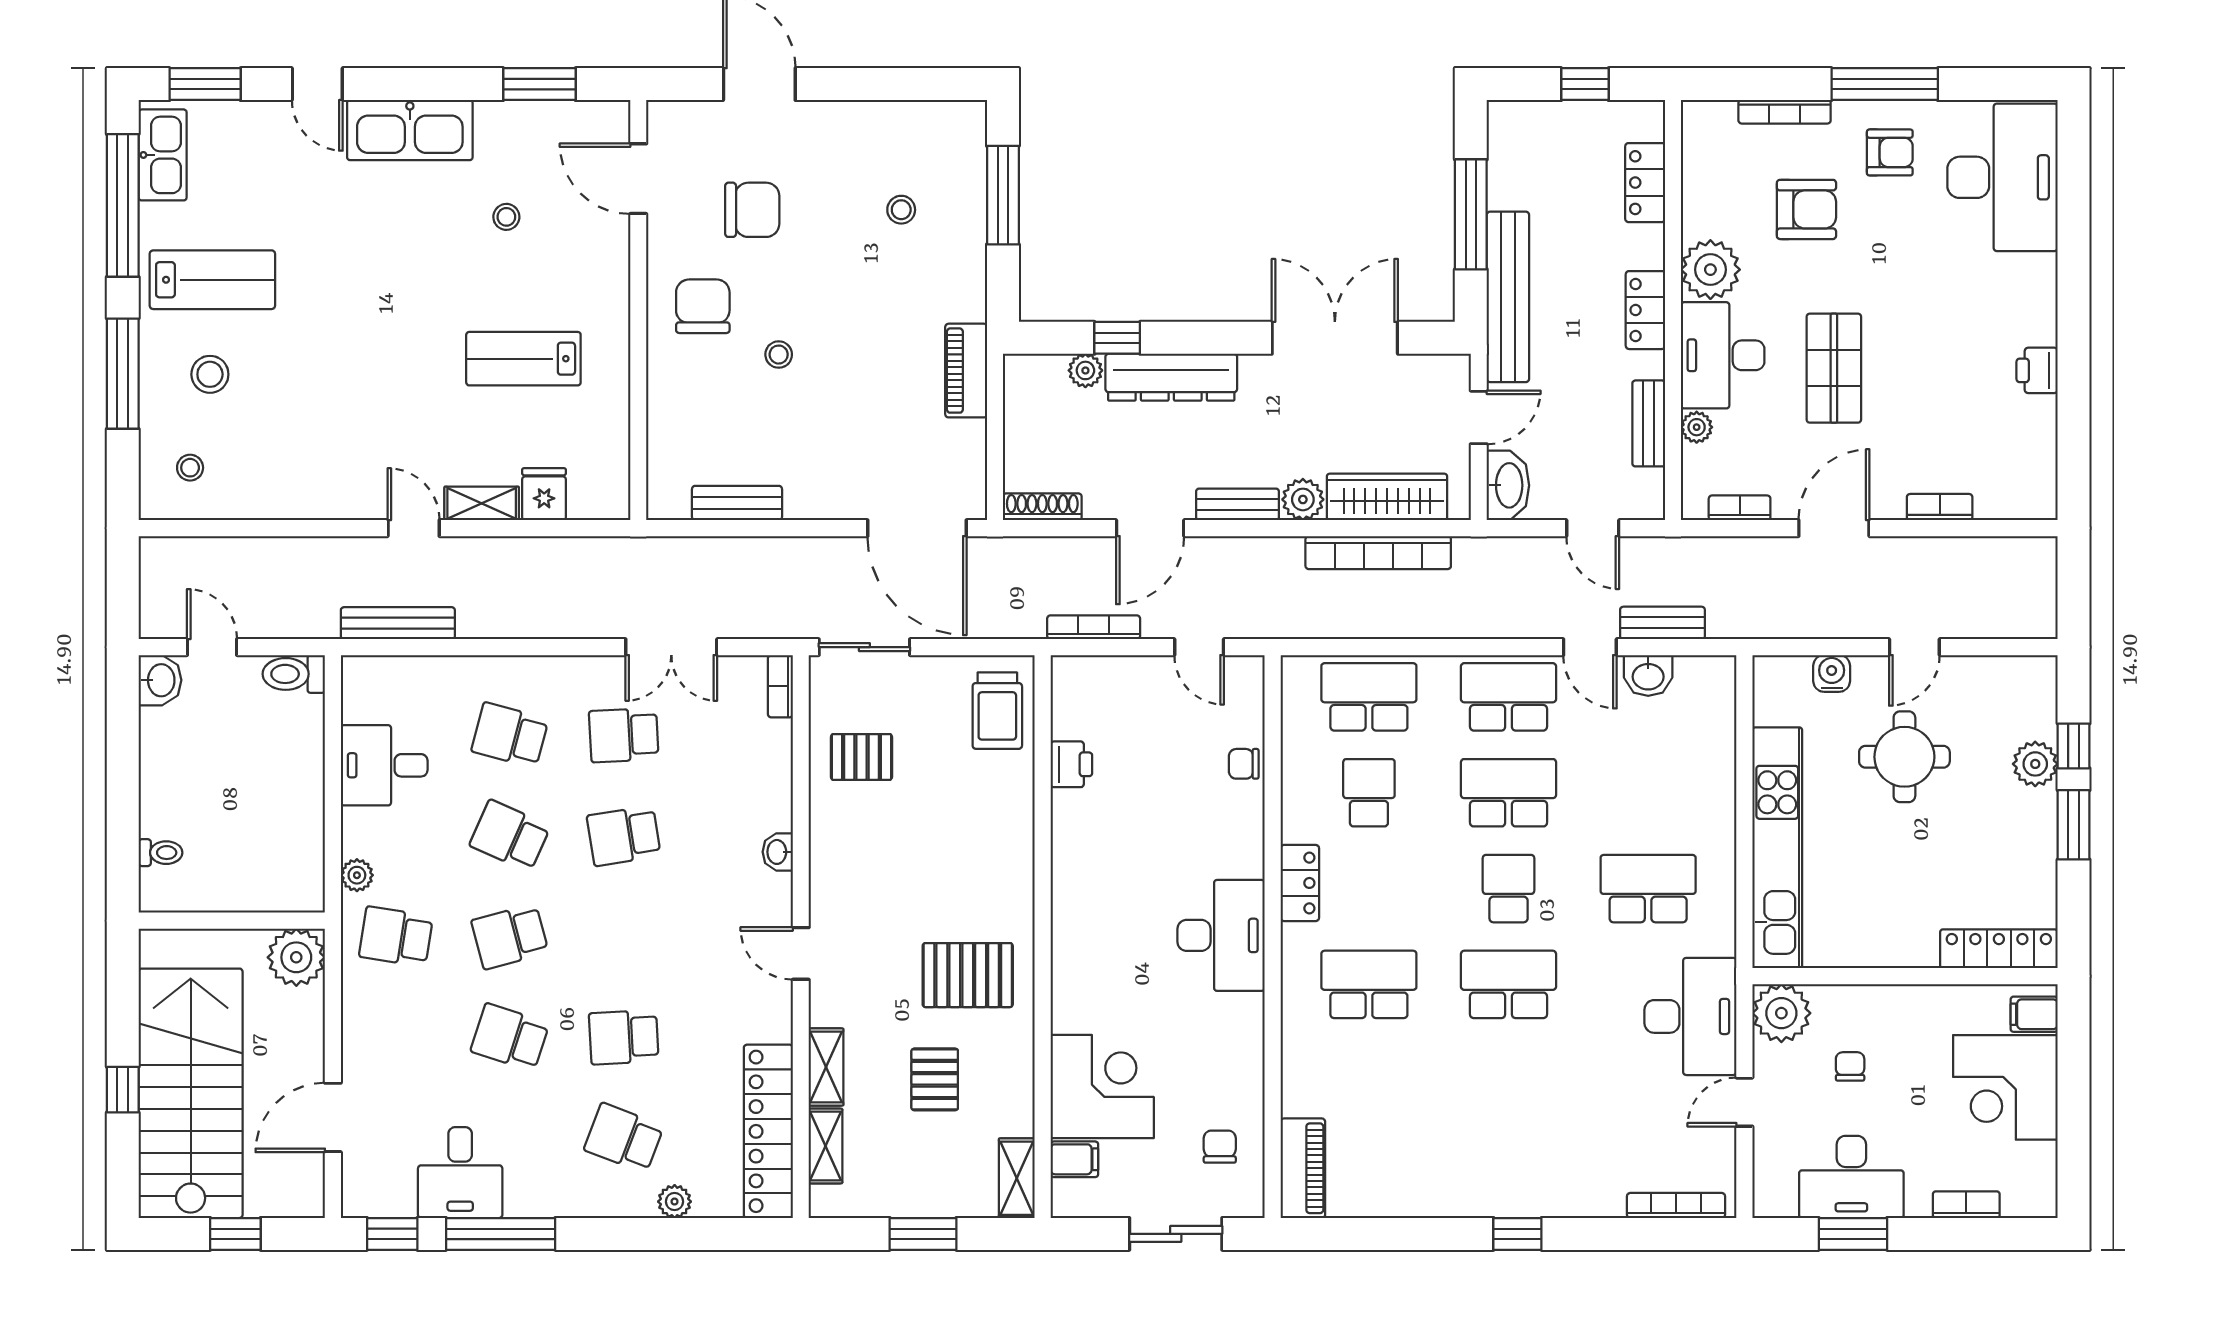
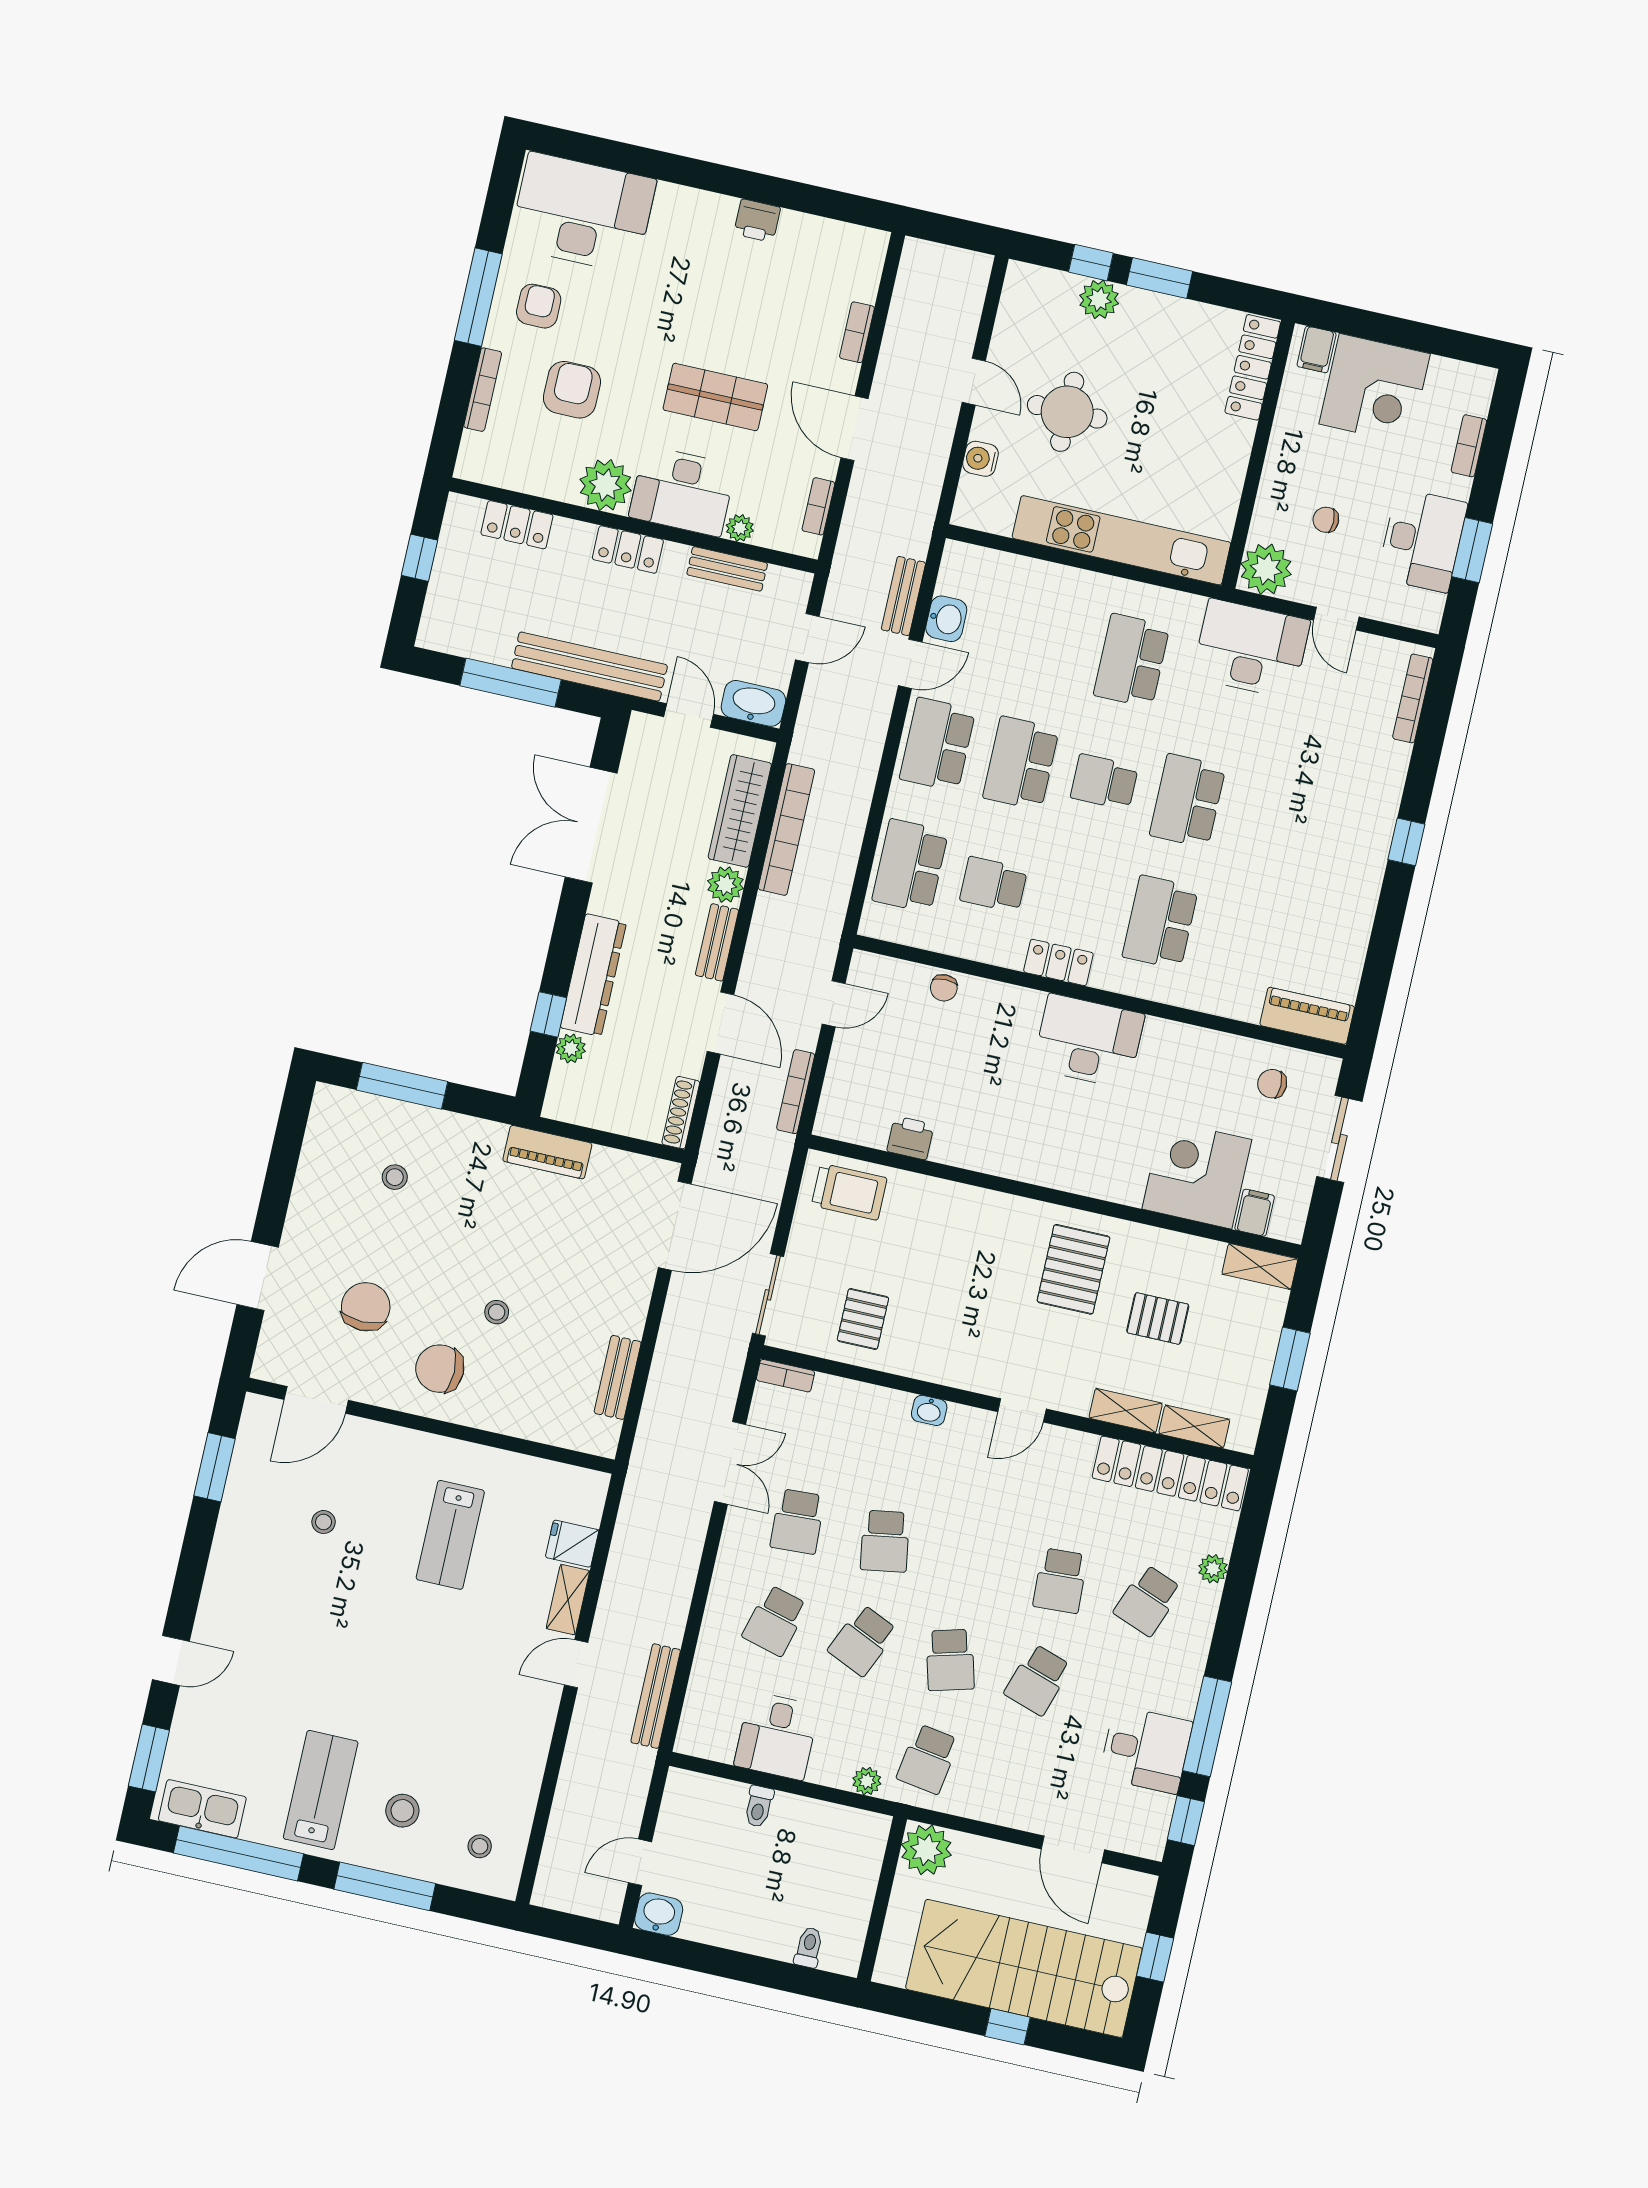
kitchen sink: (410, 130) -> (229, 1589), removed
toilet: (294, 674) -> (759, 1806), moved, width x0.73, depth x0.72

